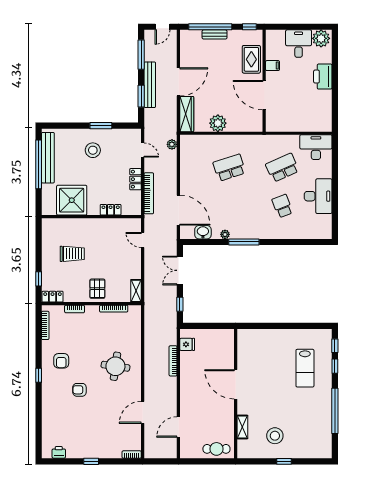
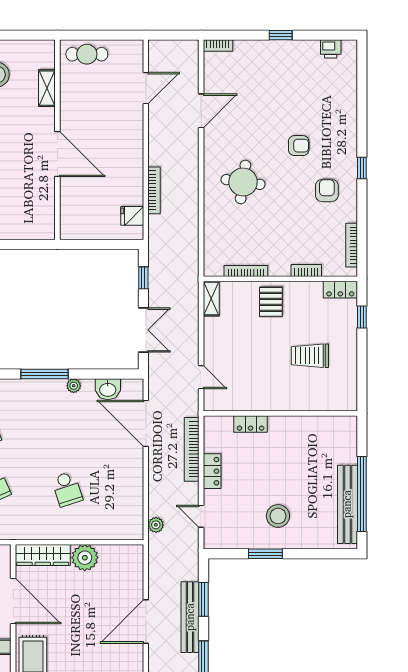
wardrobe: (187, 114) -> (43, 555), moved, turned -90
school desk: (229, 168) -> (67, 489), width x0.54
shower: (72, 200) -> (311, 439), removed

